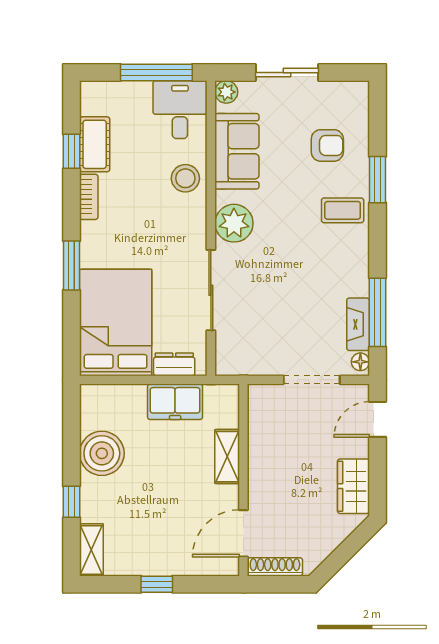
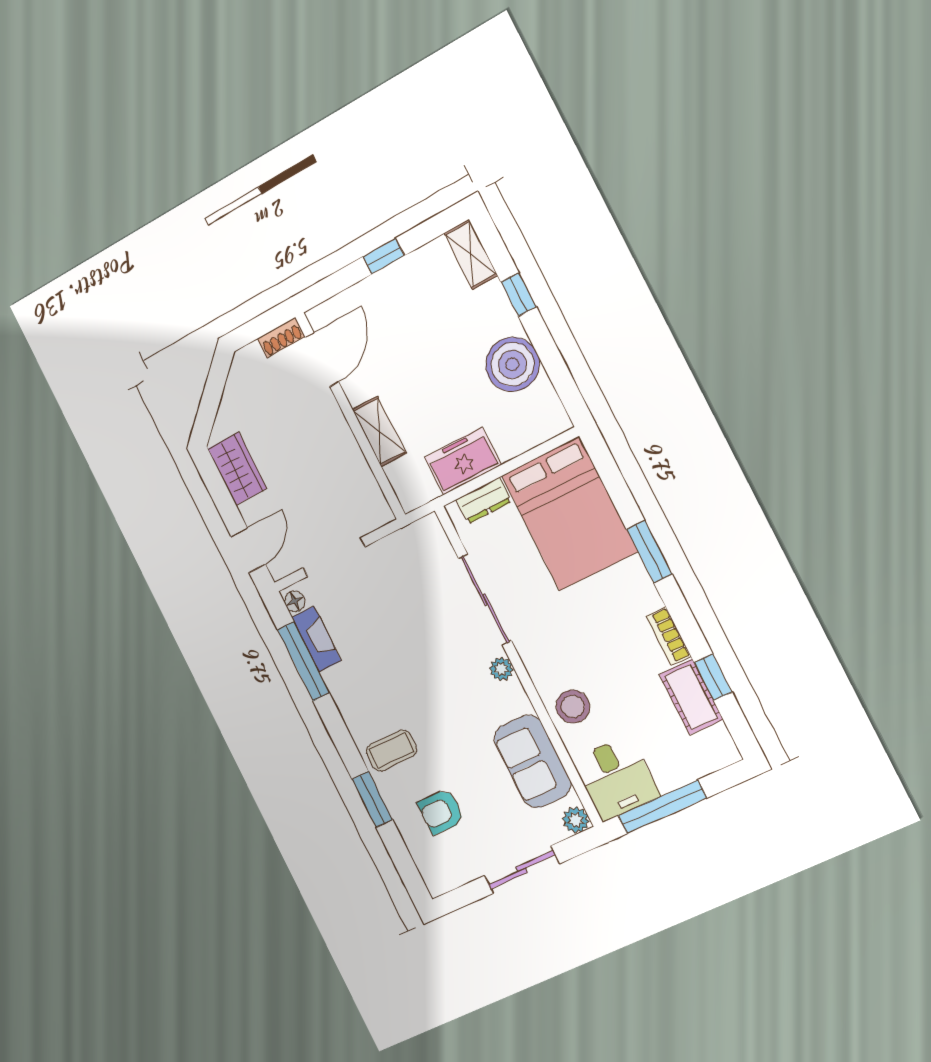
plant: (234, 223) -> (501, 669), width x0.53, depth x0.53
shoe rack: (275, 567) -> (281, 338), width x0.70

